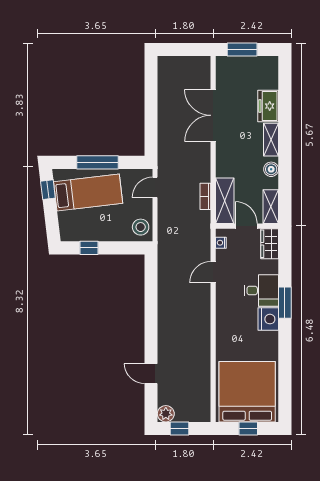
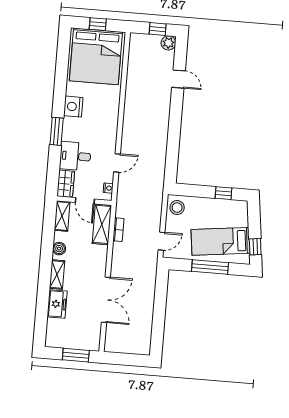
desk: (261, 291) -> (75, 156), moved
nightstand: (268, 319) -> (73, 107), moved

